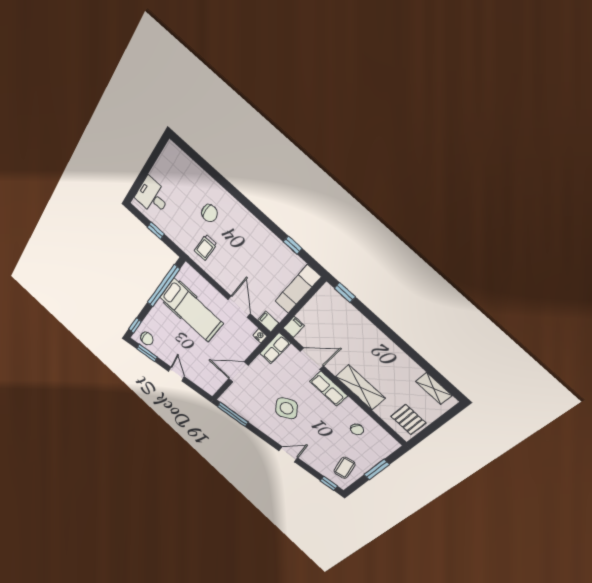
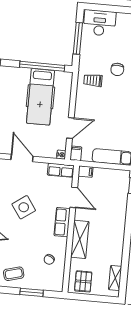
desk: (152, 196) -> (99, 23), width x1.37
window: (156, 231) -> (78, 38), width x2.17

